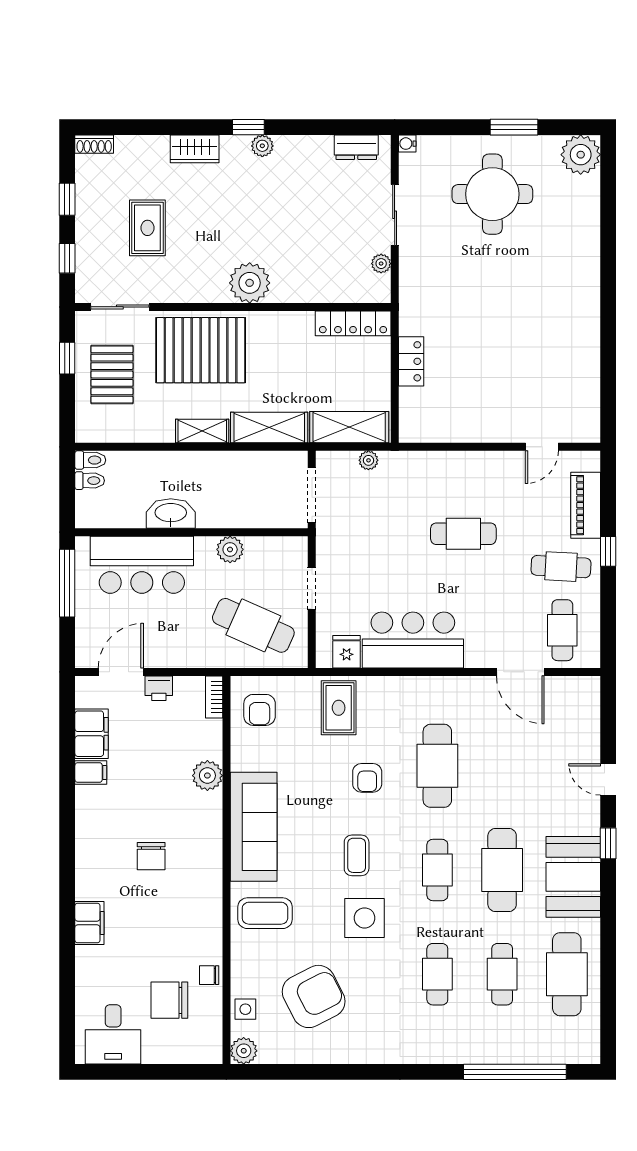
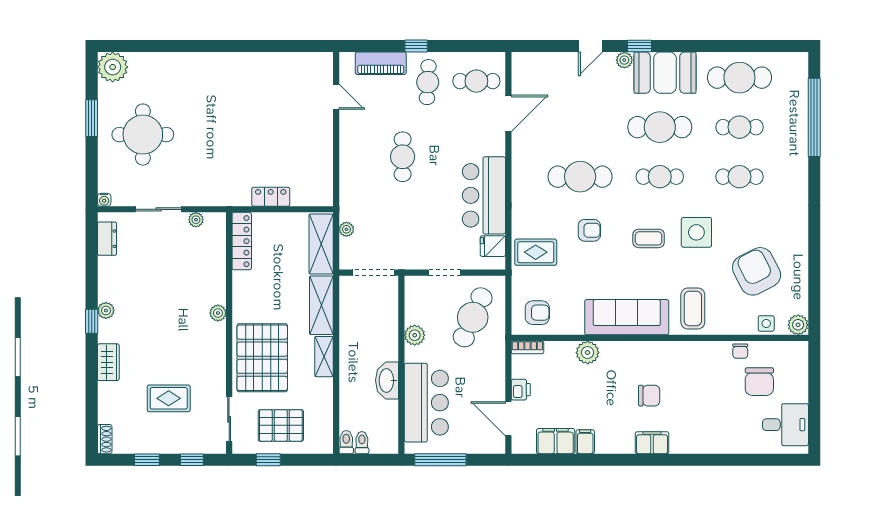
plant: (250, 283) -> (218, 313), width x0.53, depth x0.53
plant: (590, 824) -> (624, 60), added
filing cabinet: (89, 923) -> (652, 443), moved

